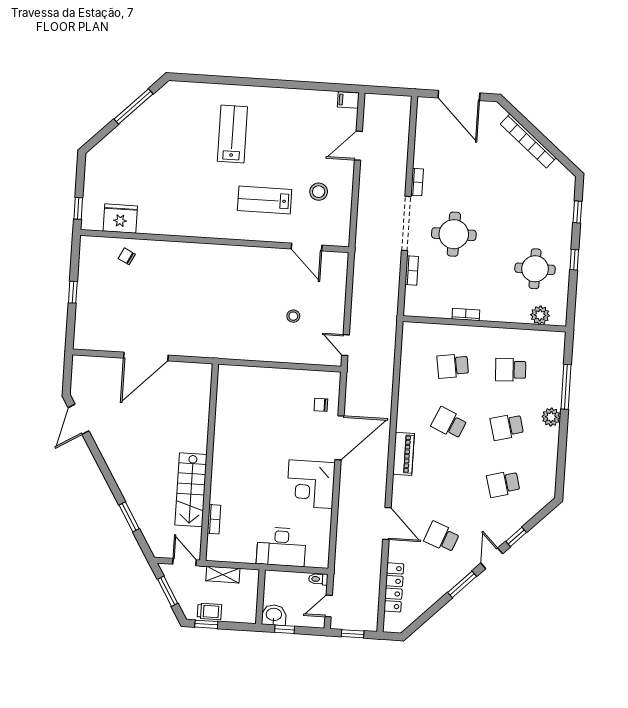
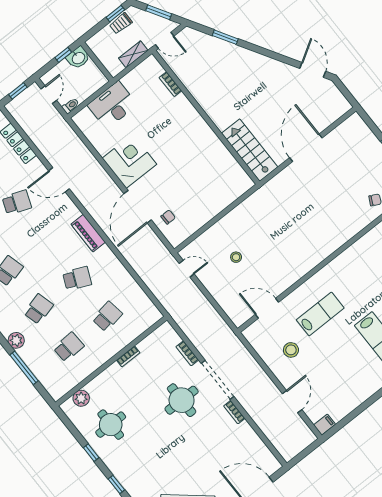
stairs: (191, 490) -> (250, 150), moved

